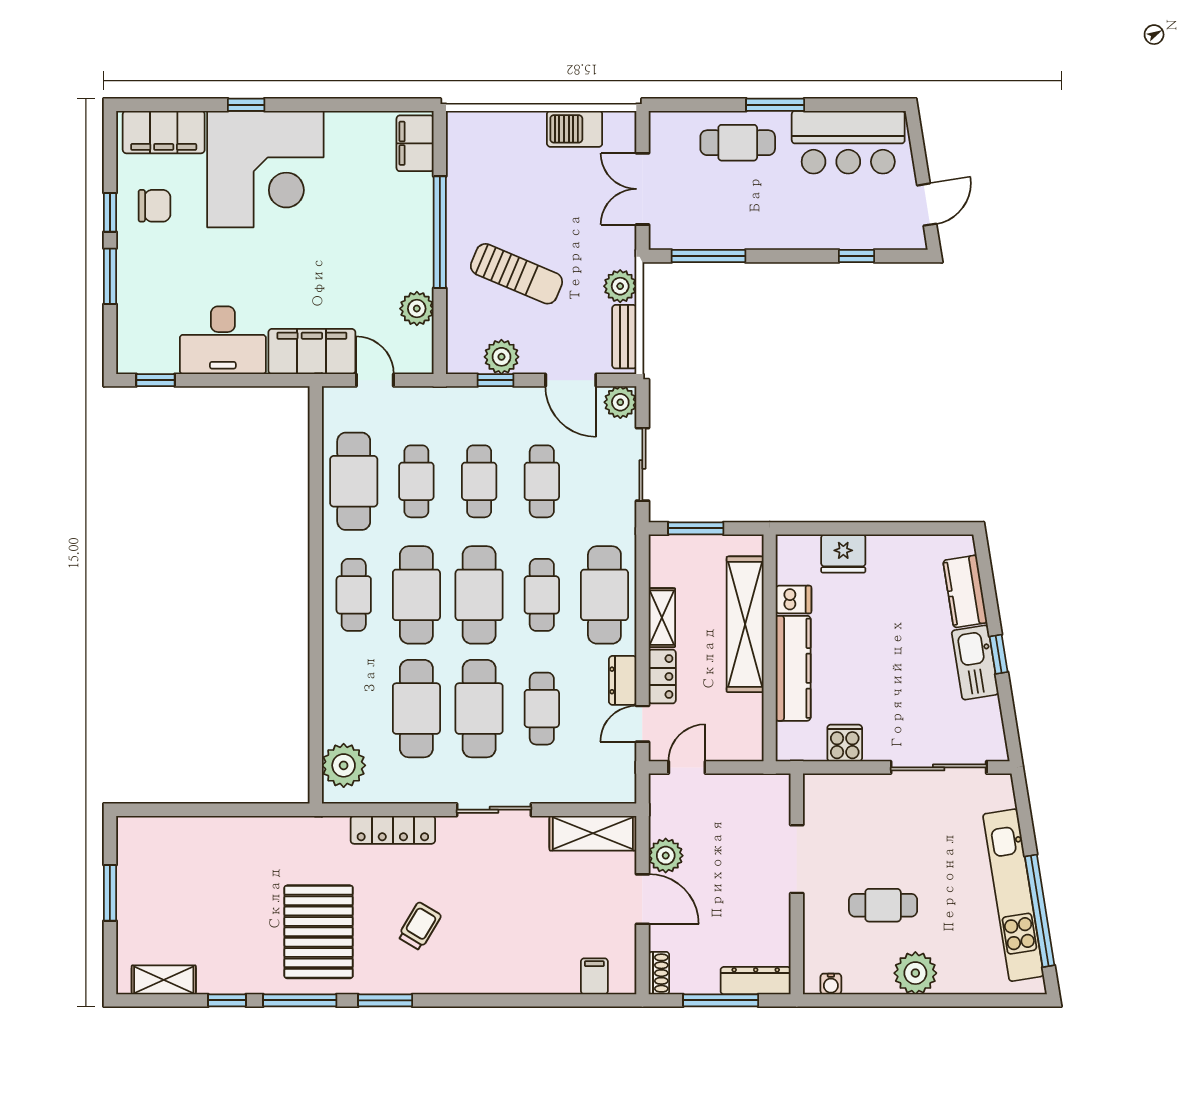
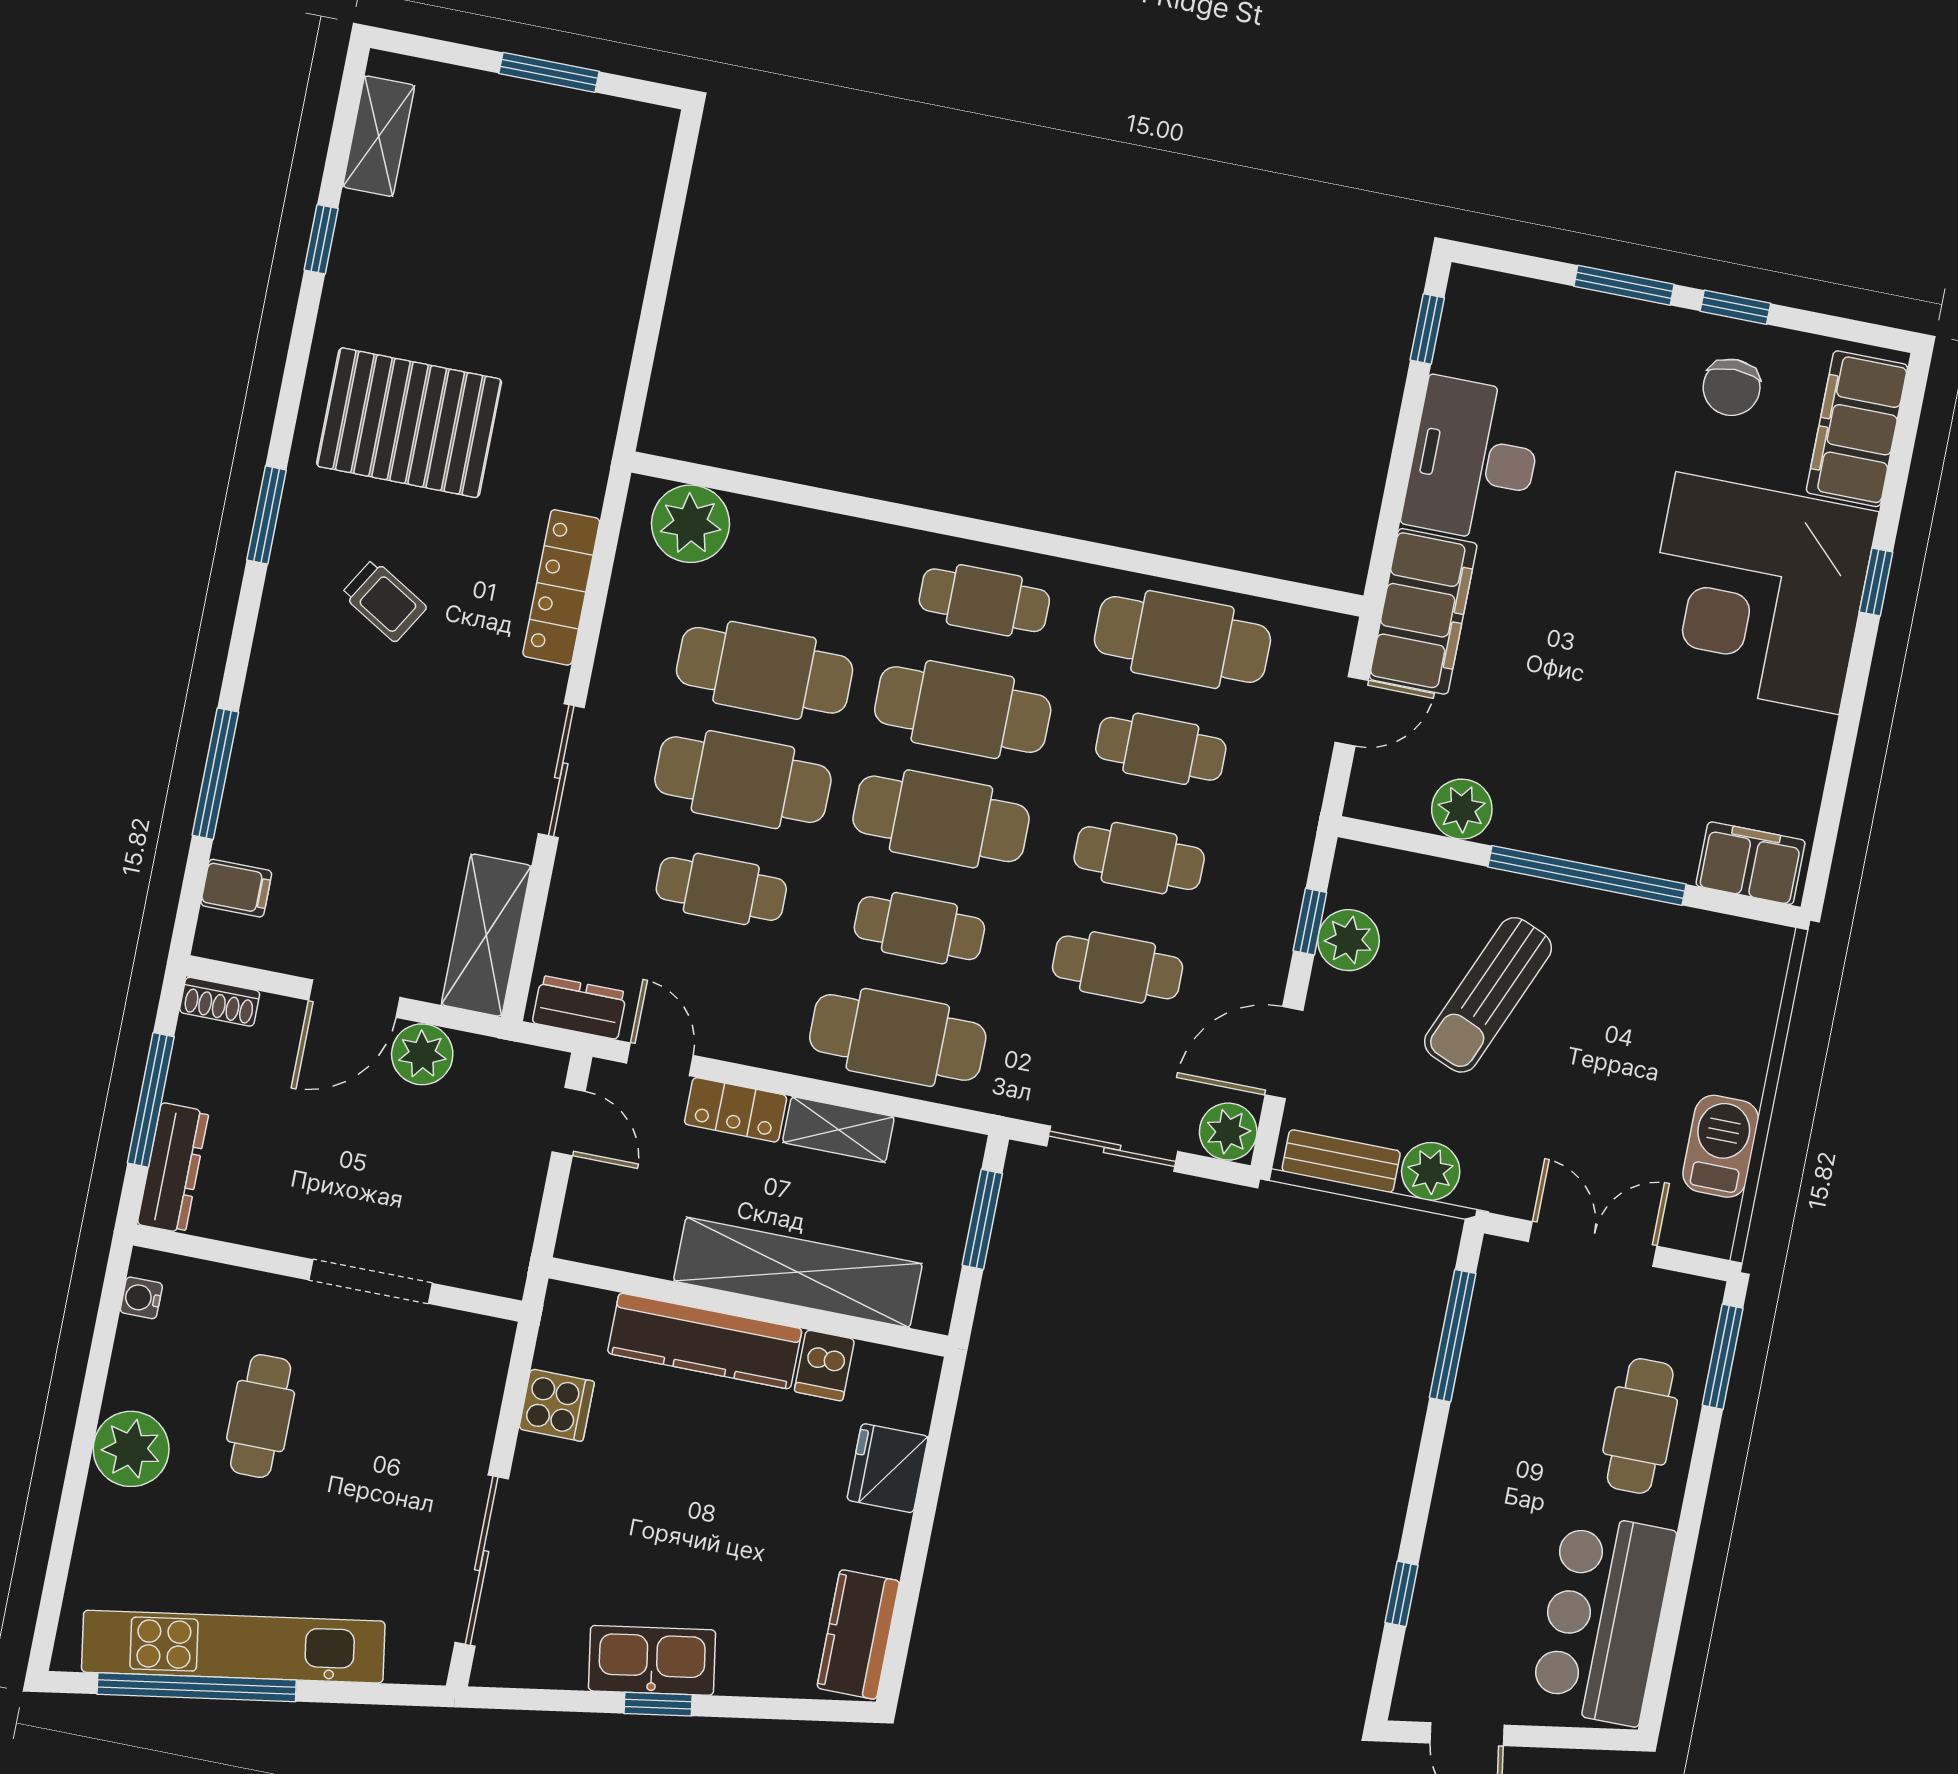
window: (775, 105) -> (1723, 1357), moved
kitchen counter: (965, 591) -> (858, 1634), moved, turned -81
dresser: (623, 680) -> (579, 1007), moved
window: (300, 1000) -> (215, 774), moved

